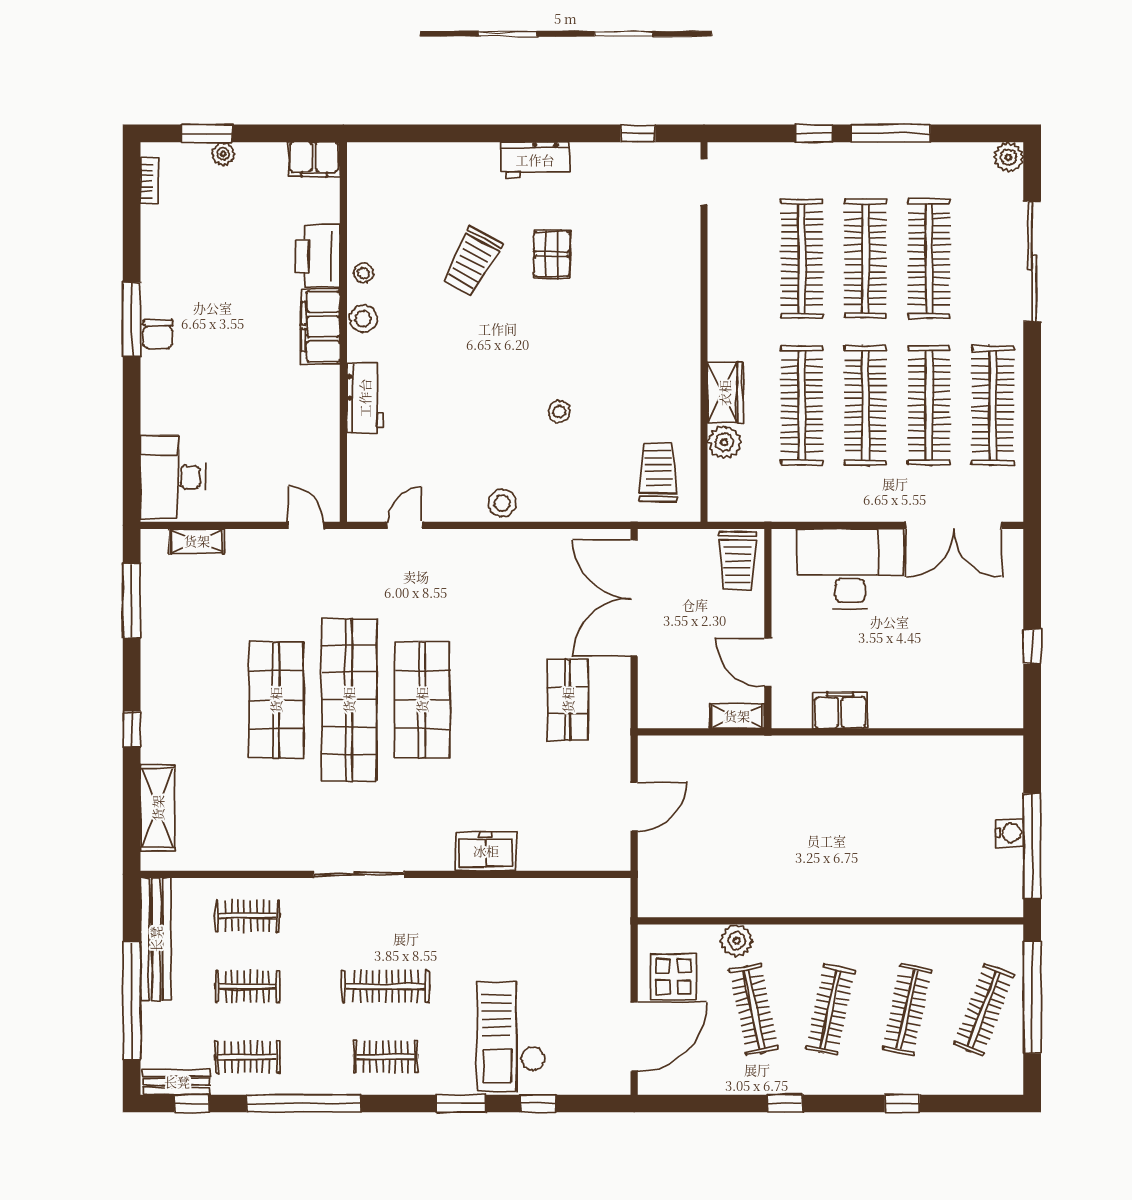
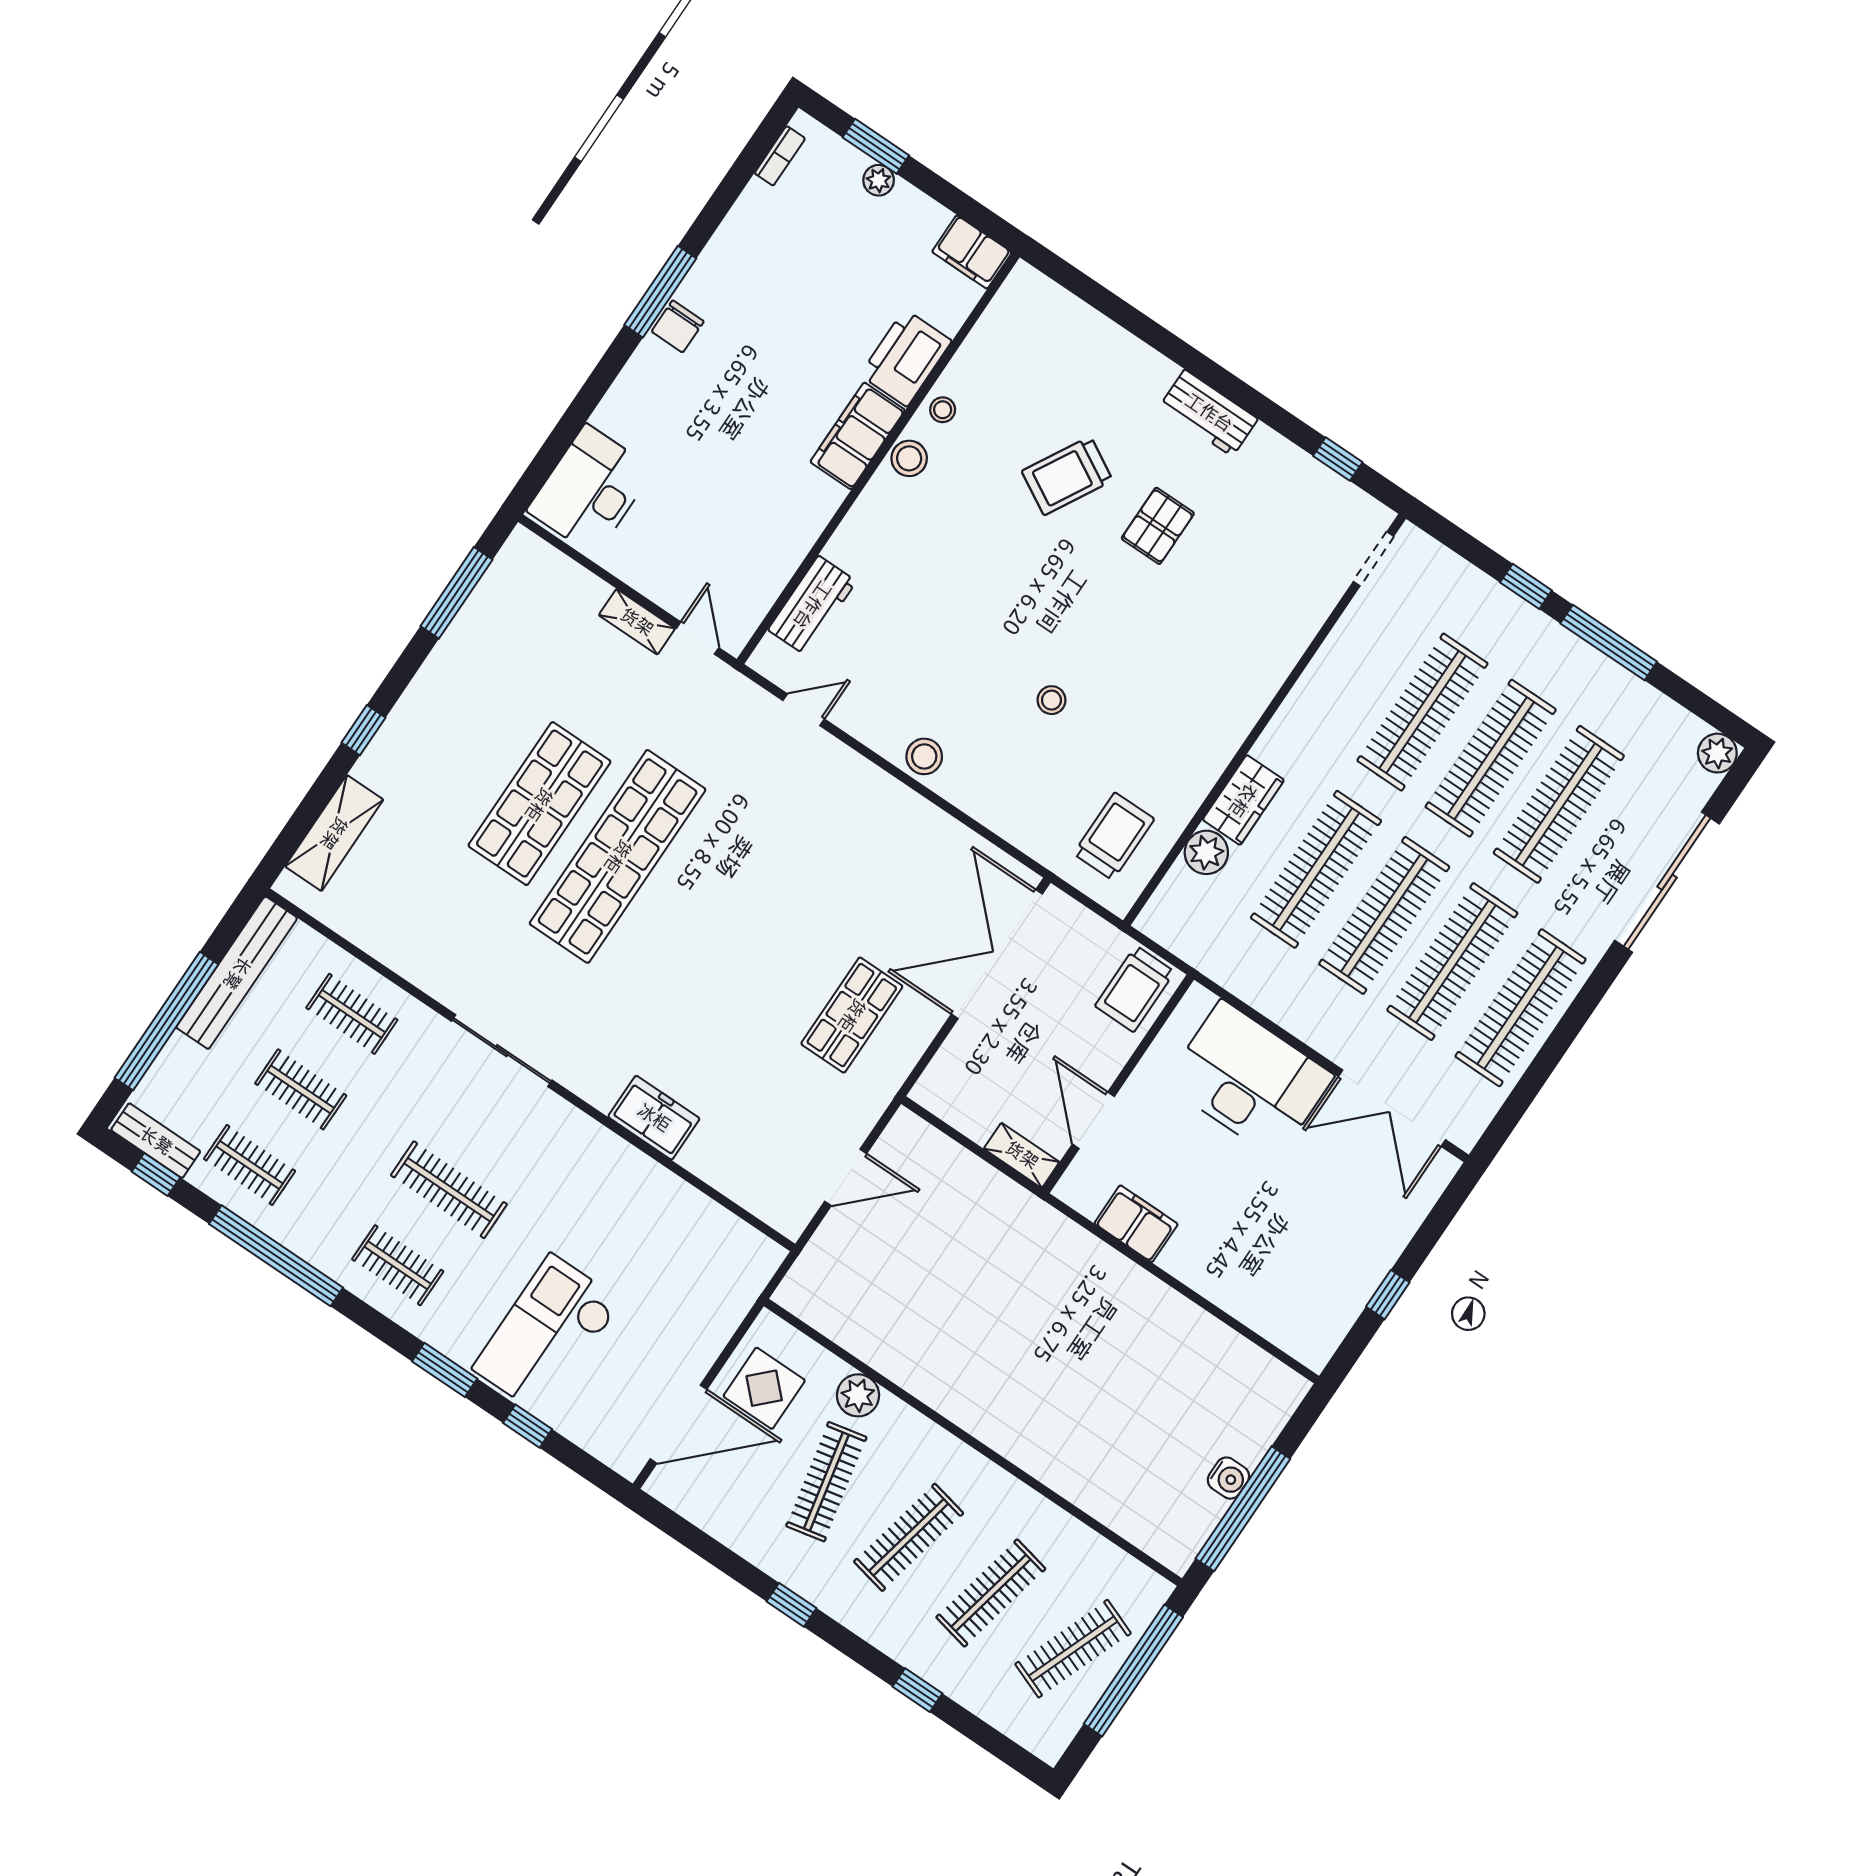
workbench: (365, 398) -> (812, 605), moved
shelving: (197, 541) -> (637, 622), moved
shop shelf: (422, 700) -> (696, 909), removed

